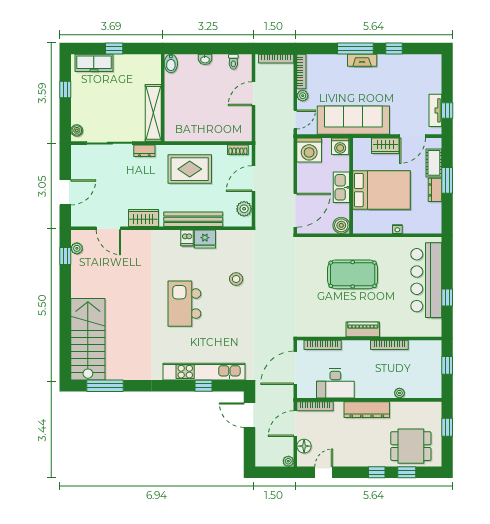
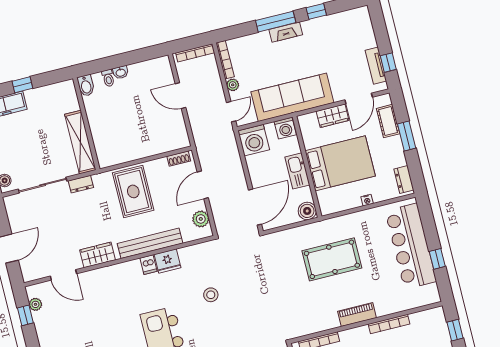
toilet: (233, 62) -> (108, 78), moved
door: (253, 94) -> (180, 96), hinge flipped
rug: (190, 169) -> (133, 191), turned 90
dresser: (435, 190) -> (404, 179), moved

